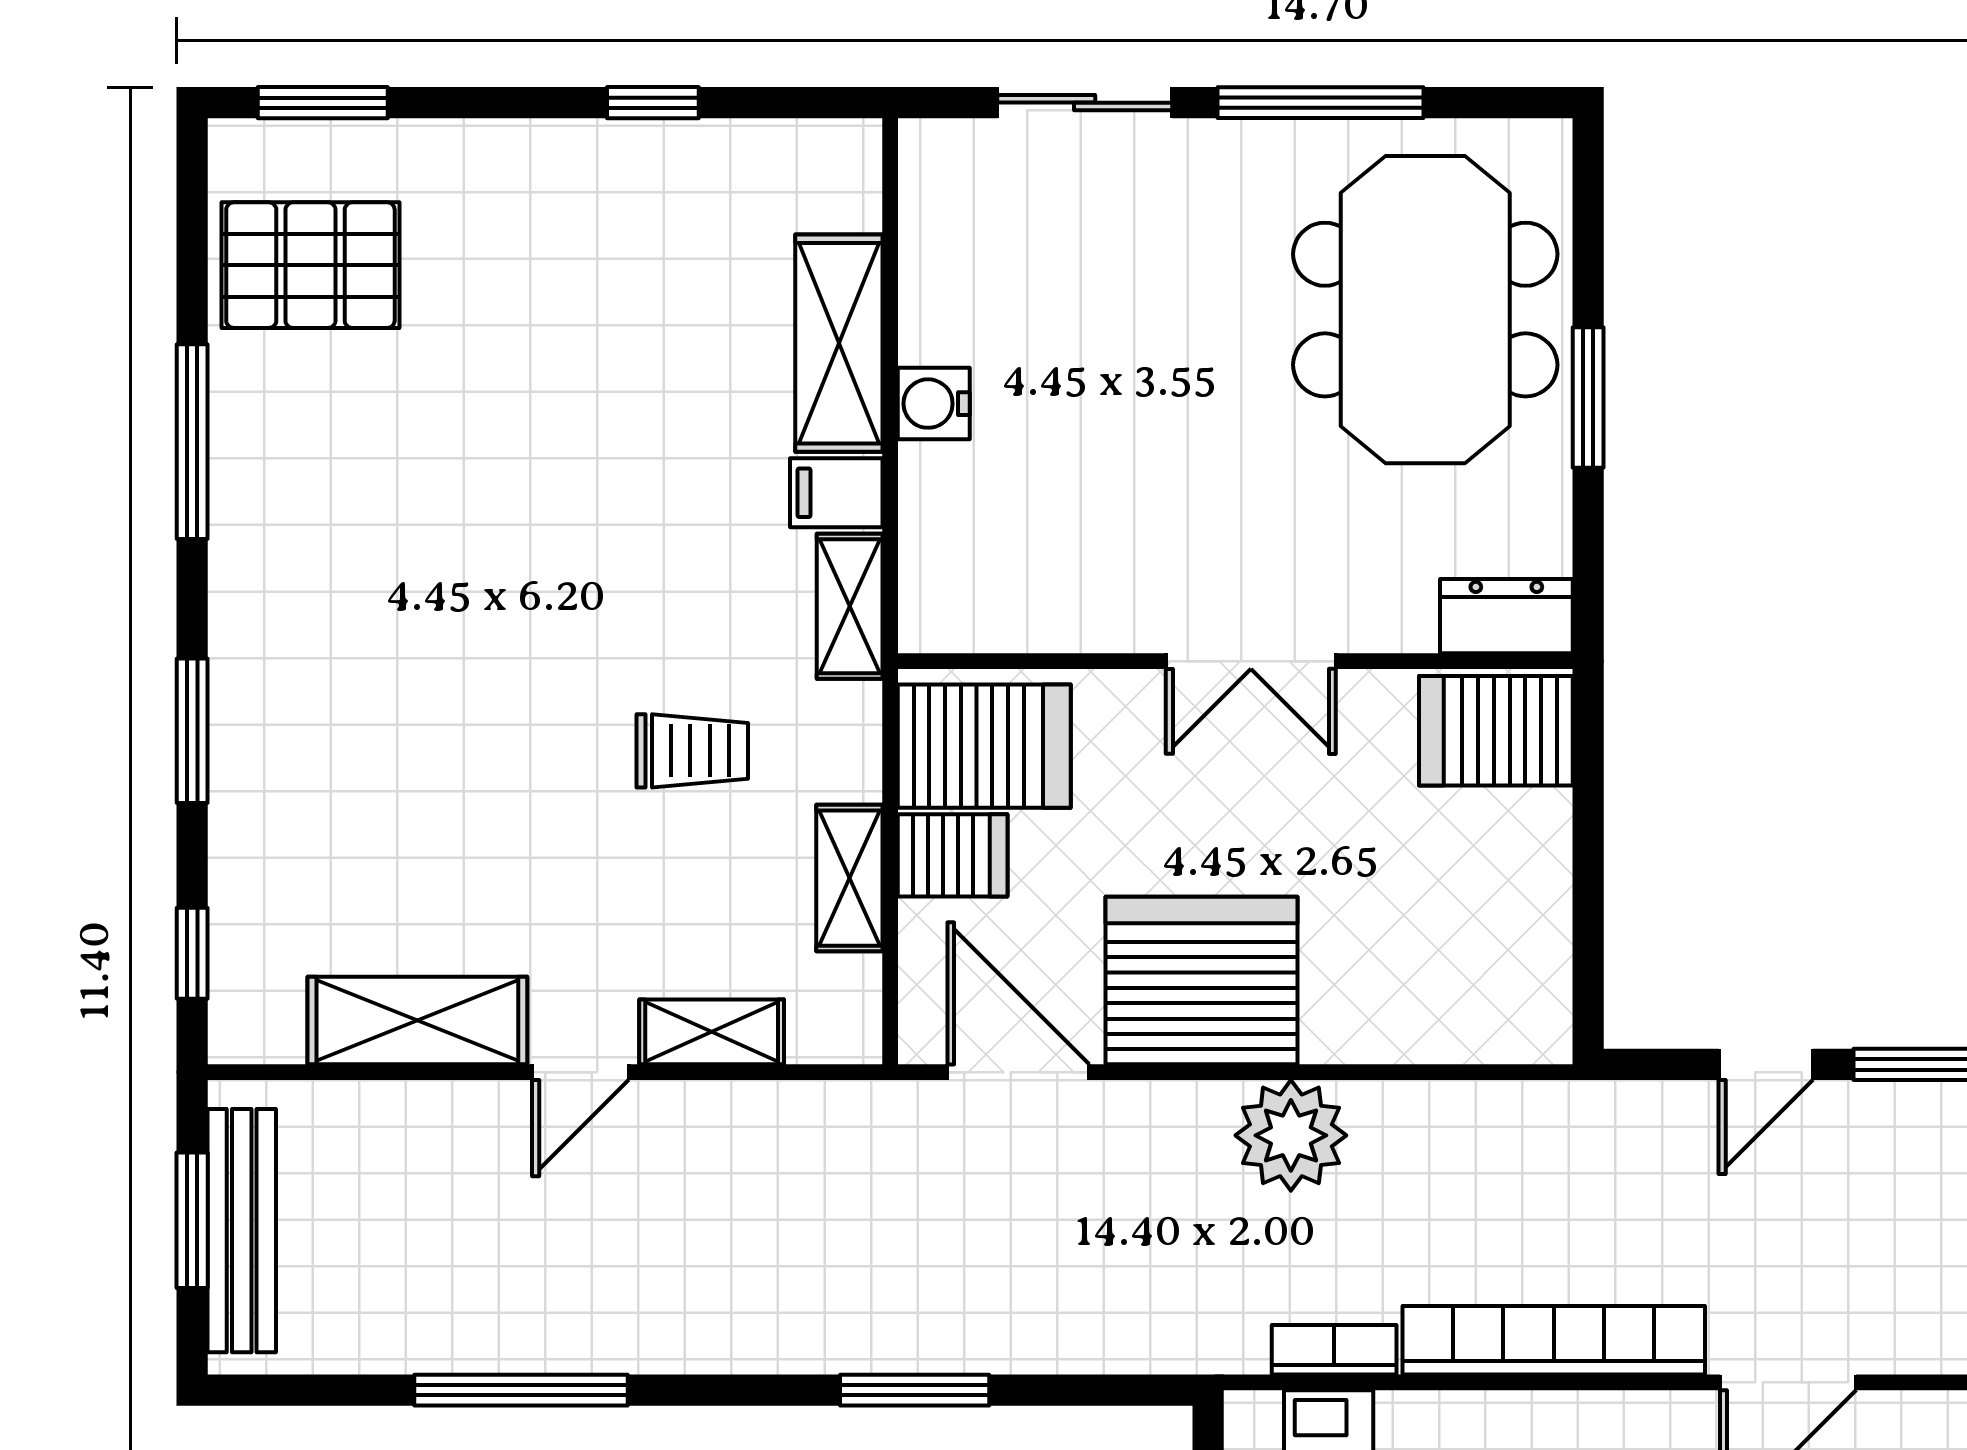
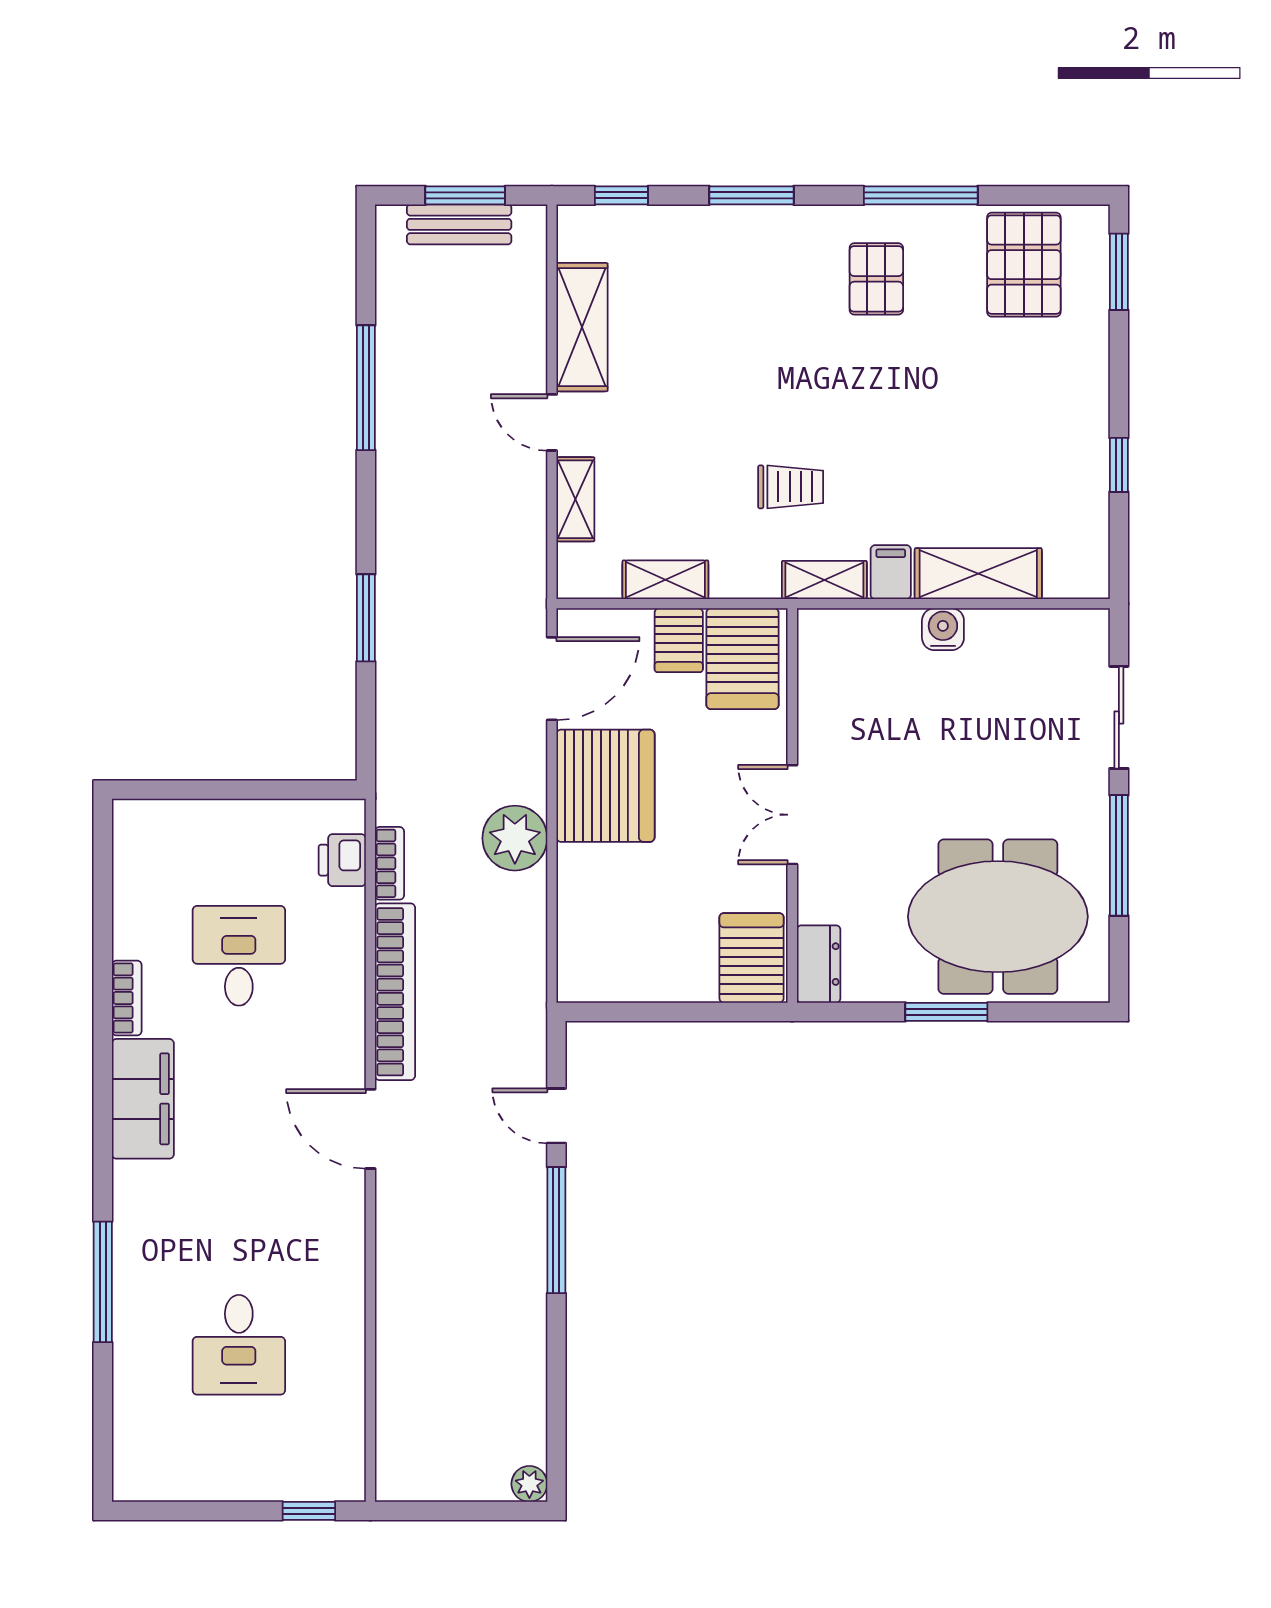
pallet: (335, 517) -> (876, 279), added
trolley: (692, 751) -> (791, 487), moved, turned -90
bench: (242, 1231) -> (459, 224), width x0.73

